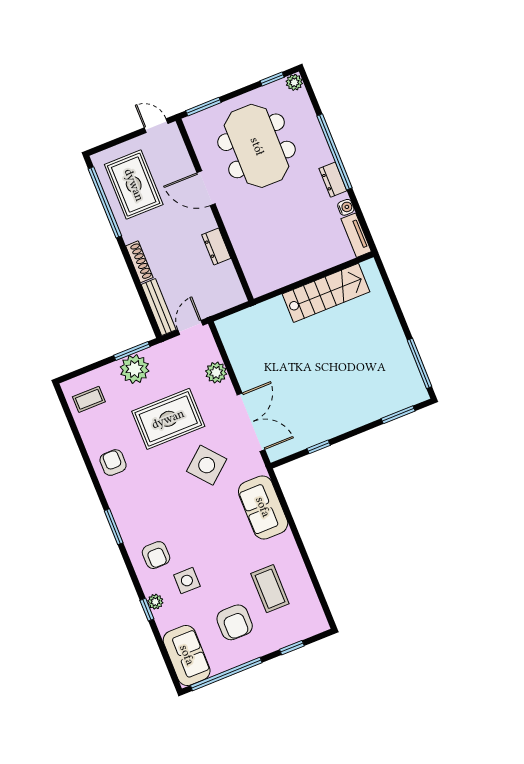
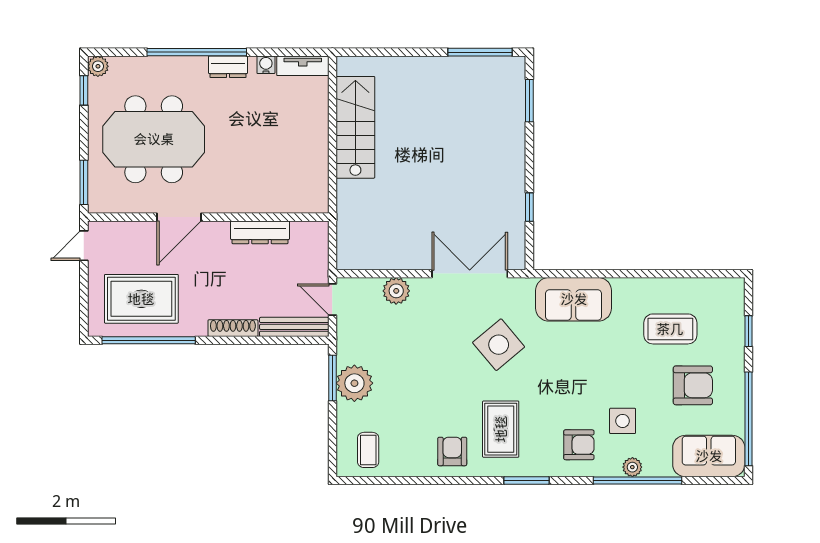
dresser: (216, 247) -> (260, 232), width x1.44
rug: (168, 419) -> (501, 429), moved, width x0.73, depth x0.70
armchair: (113, 463) -> (452, 451), turned 90
window: (147, 610) -> (638, 481), width x3.17

